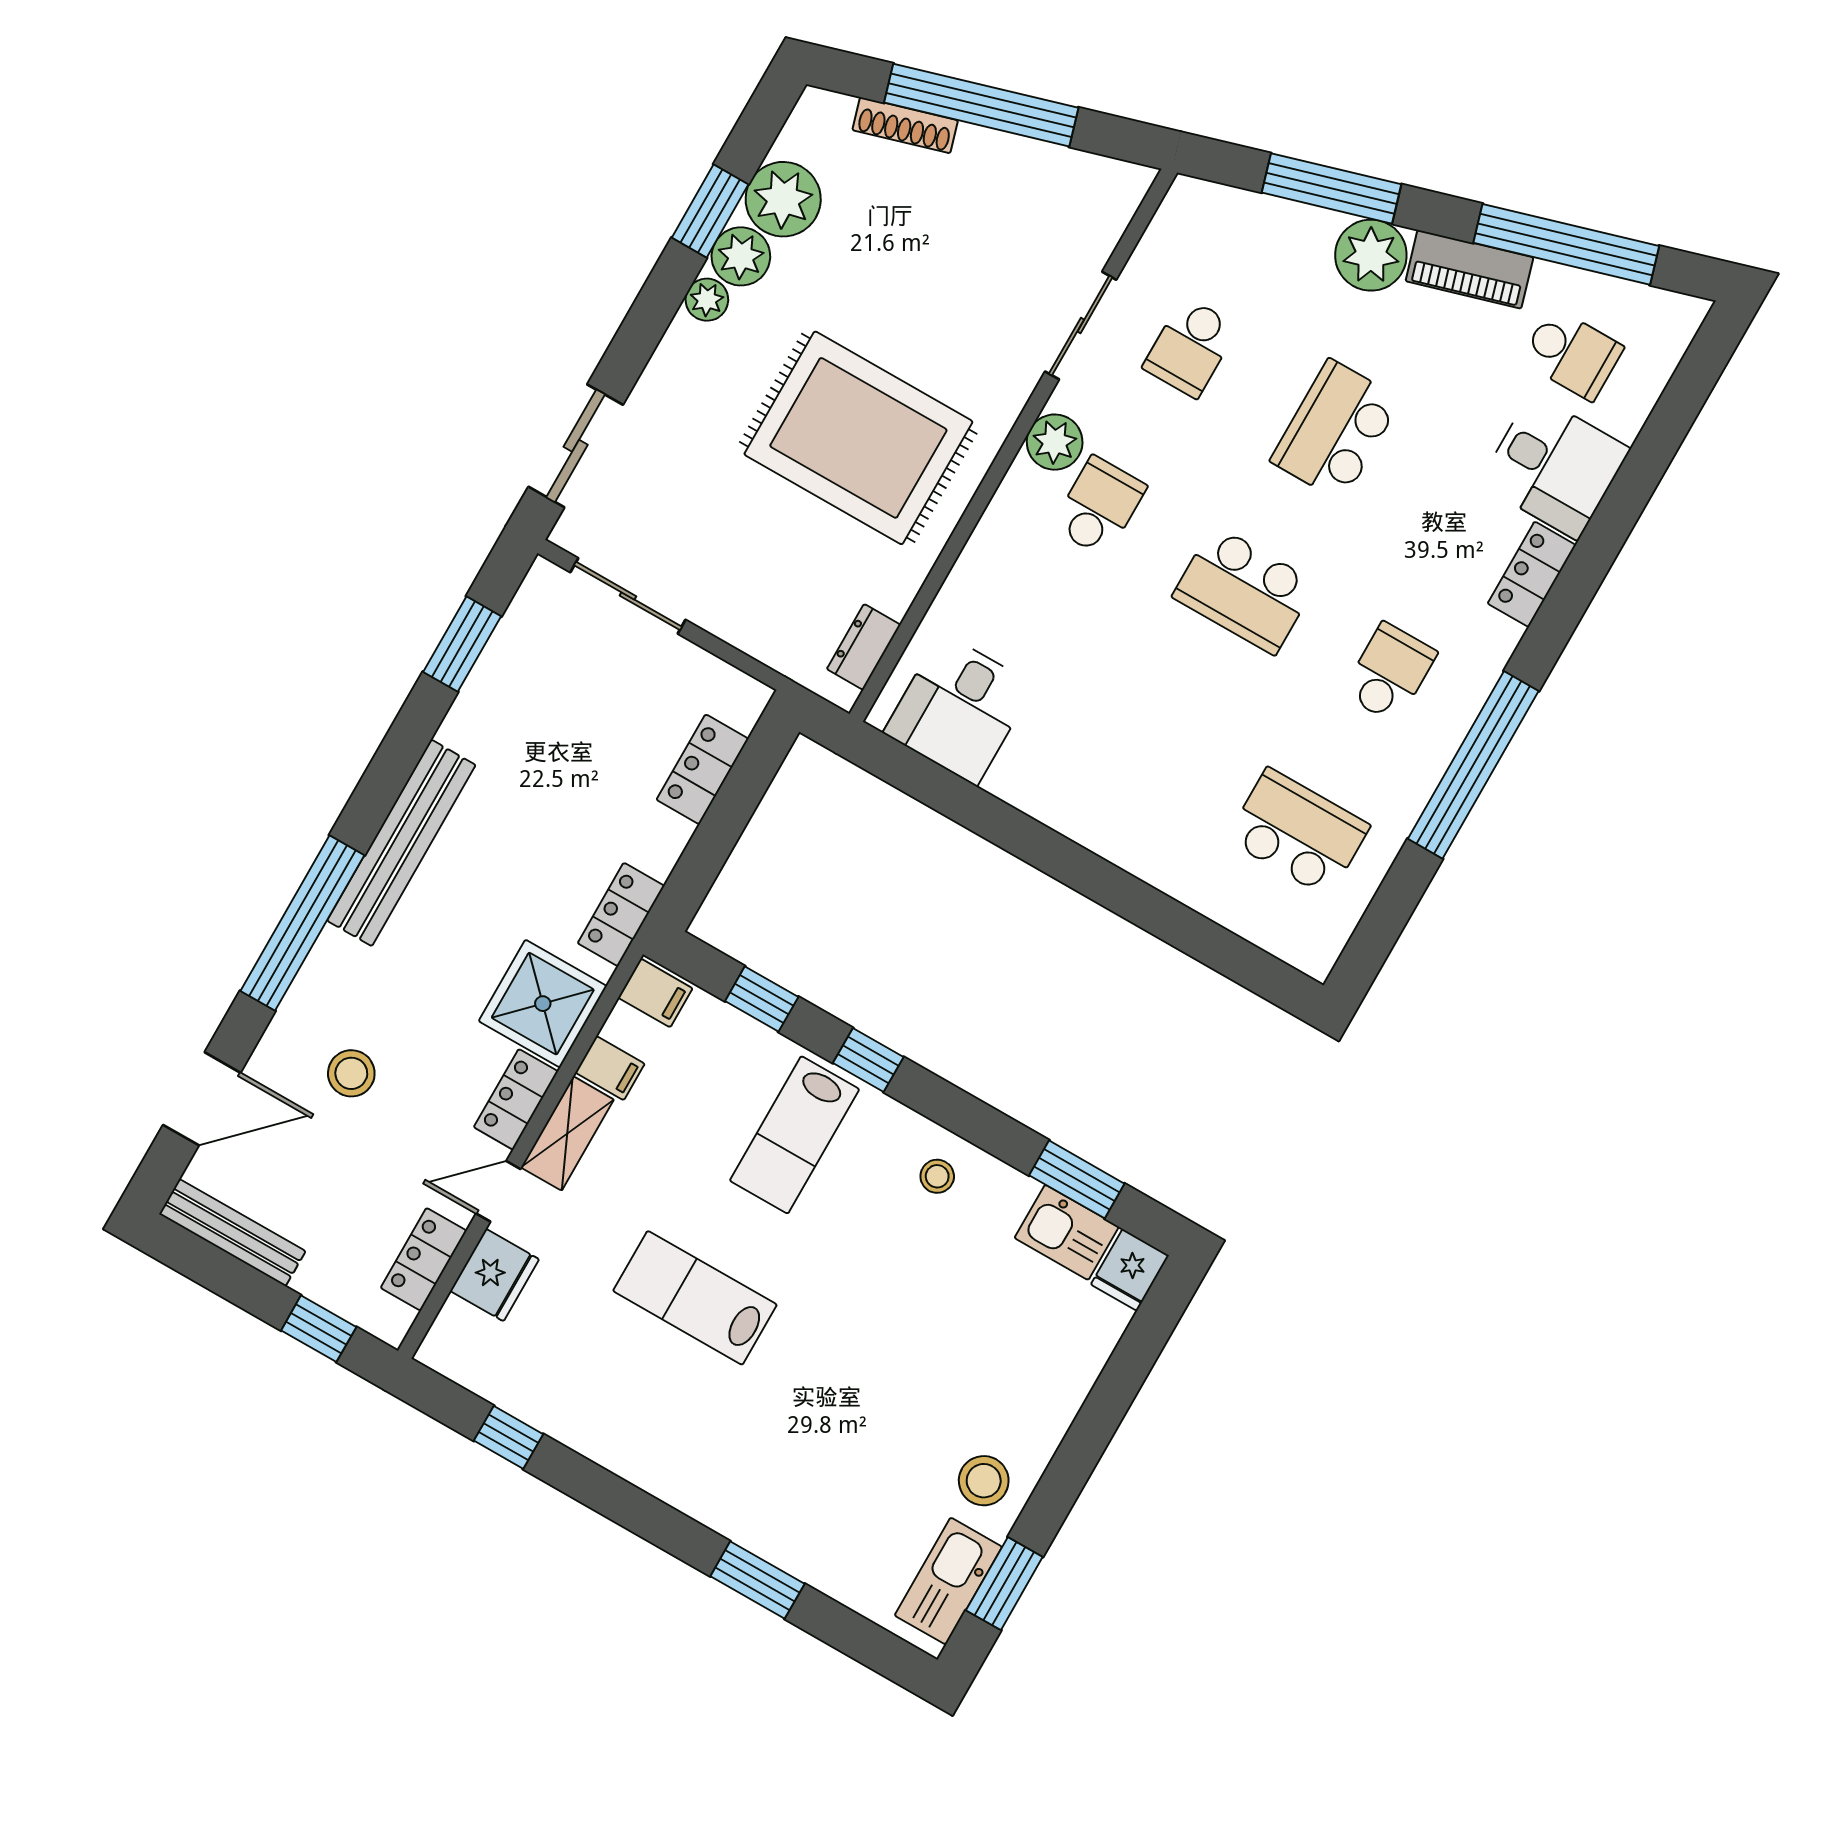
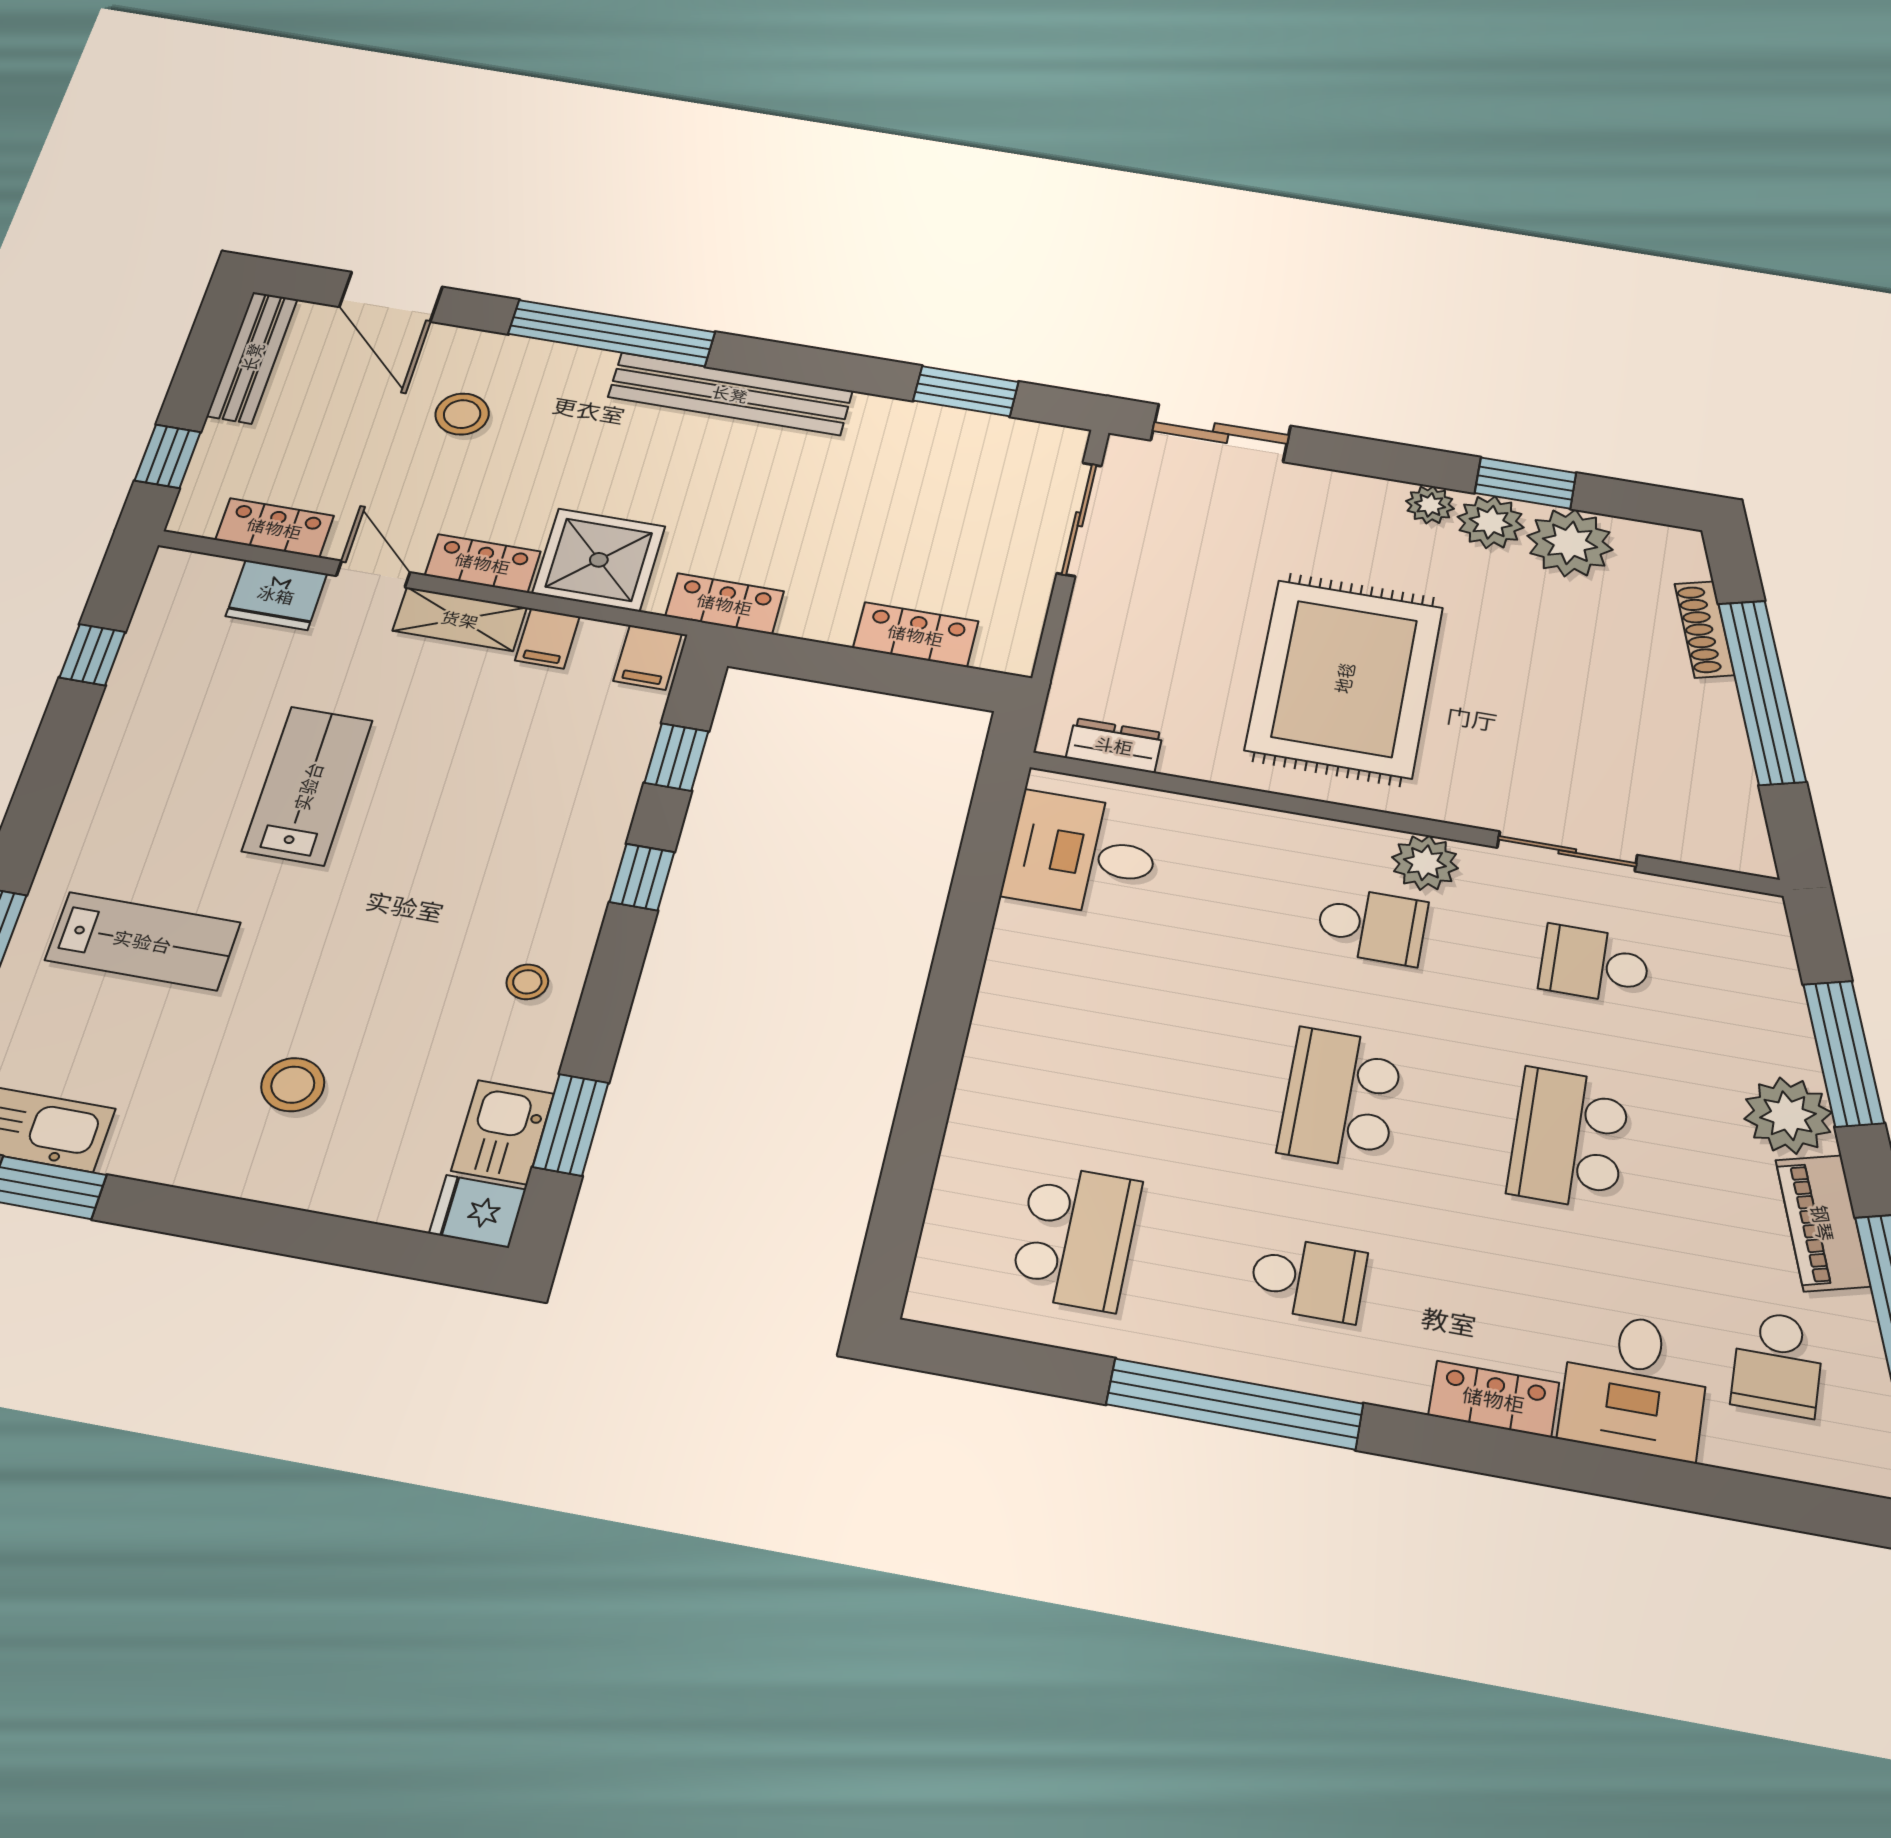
school desk: (1336, 430) -> (1569, 1138), turned -90
lab bench: (795, 1135) -> (143, 941), moved, turned 180
stool: (984, 1481) -> (293, 1085), moved

